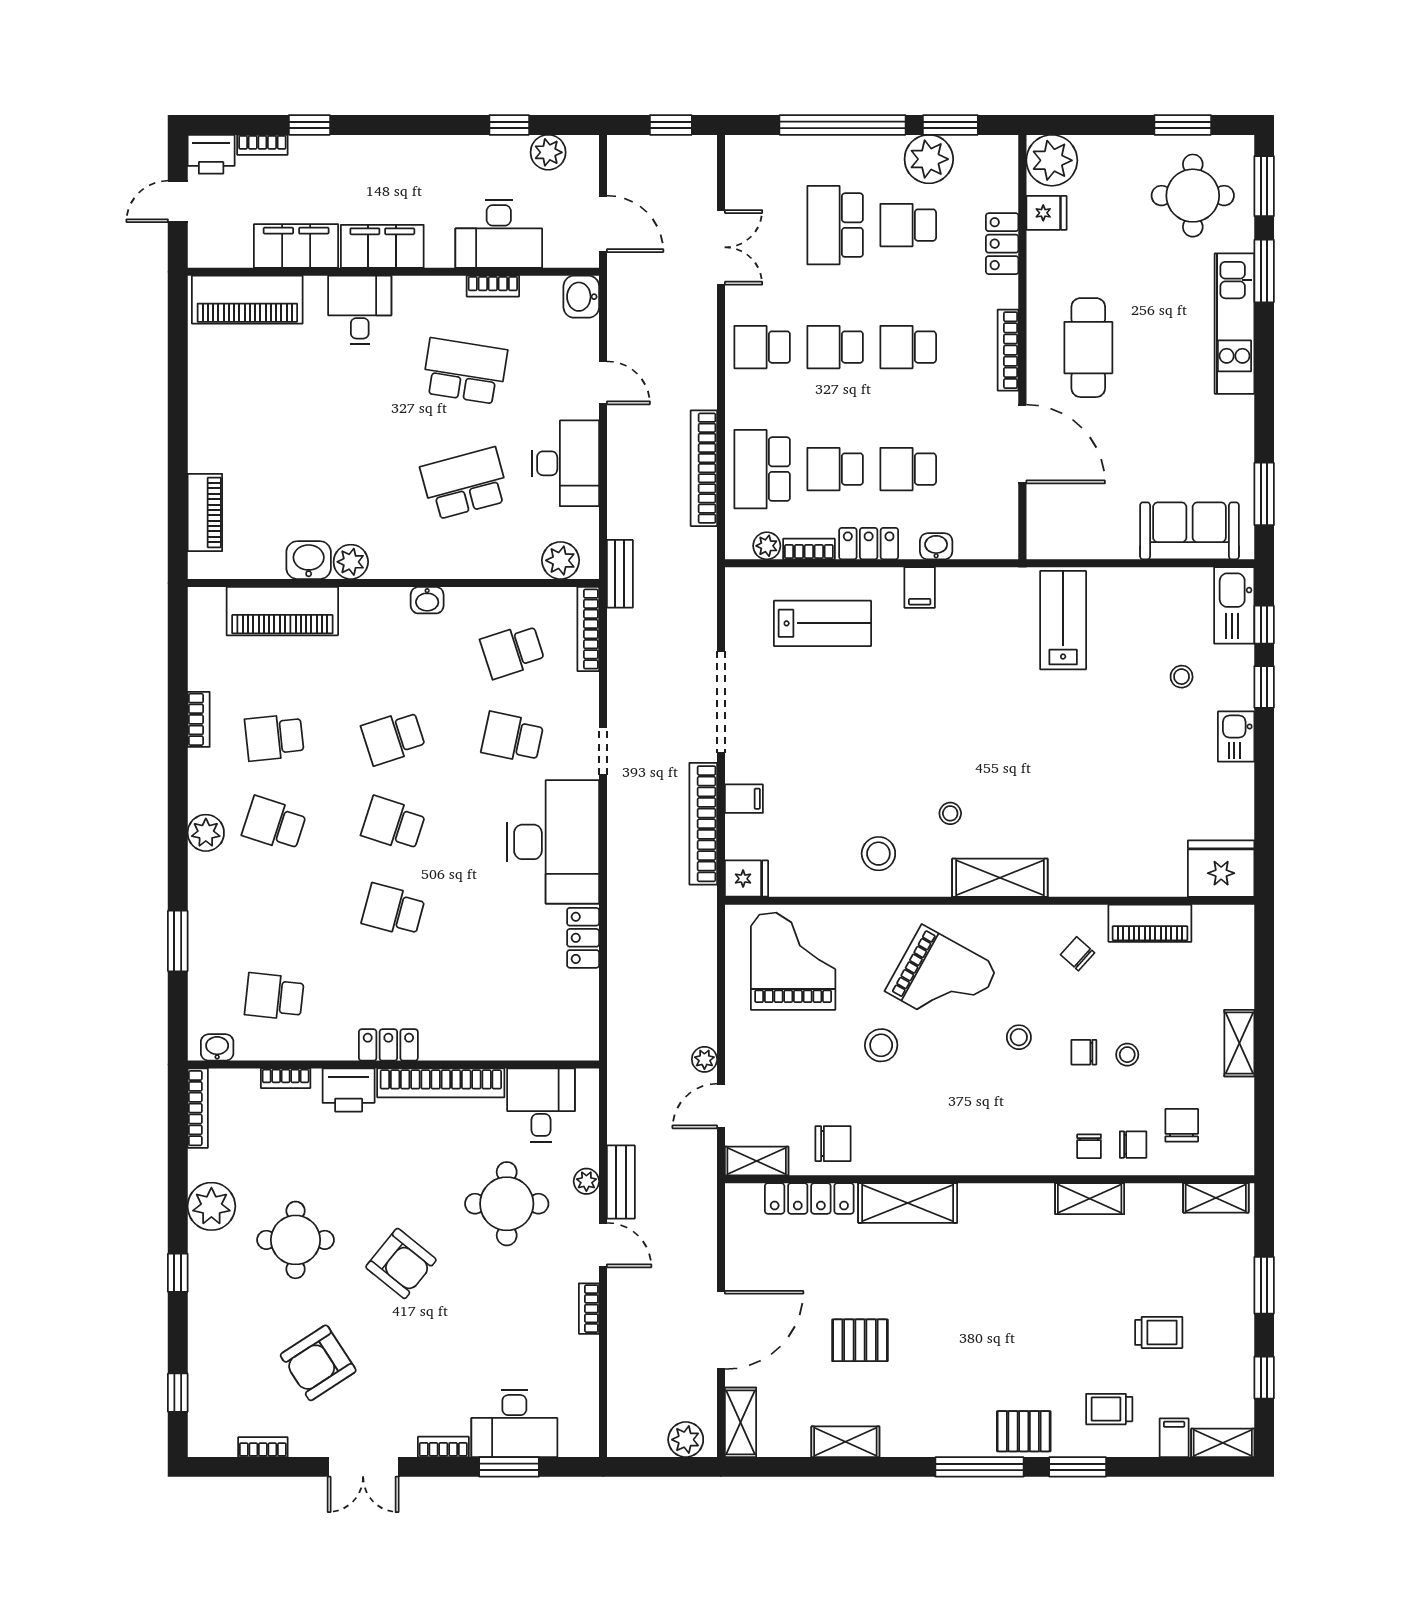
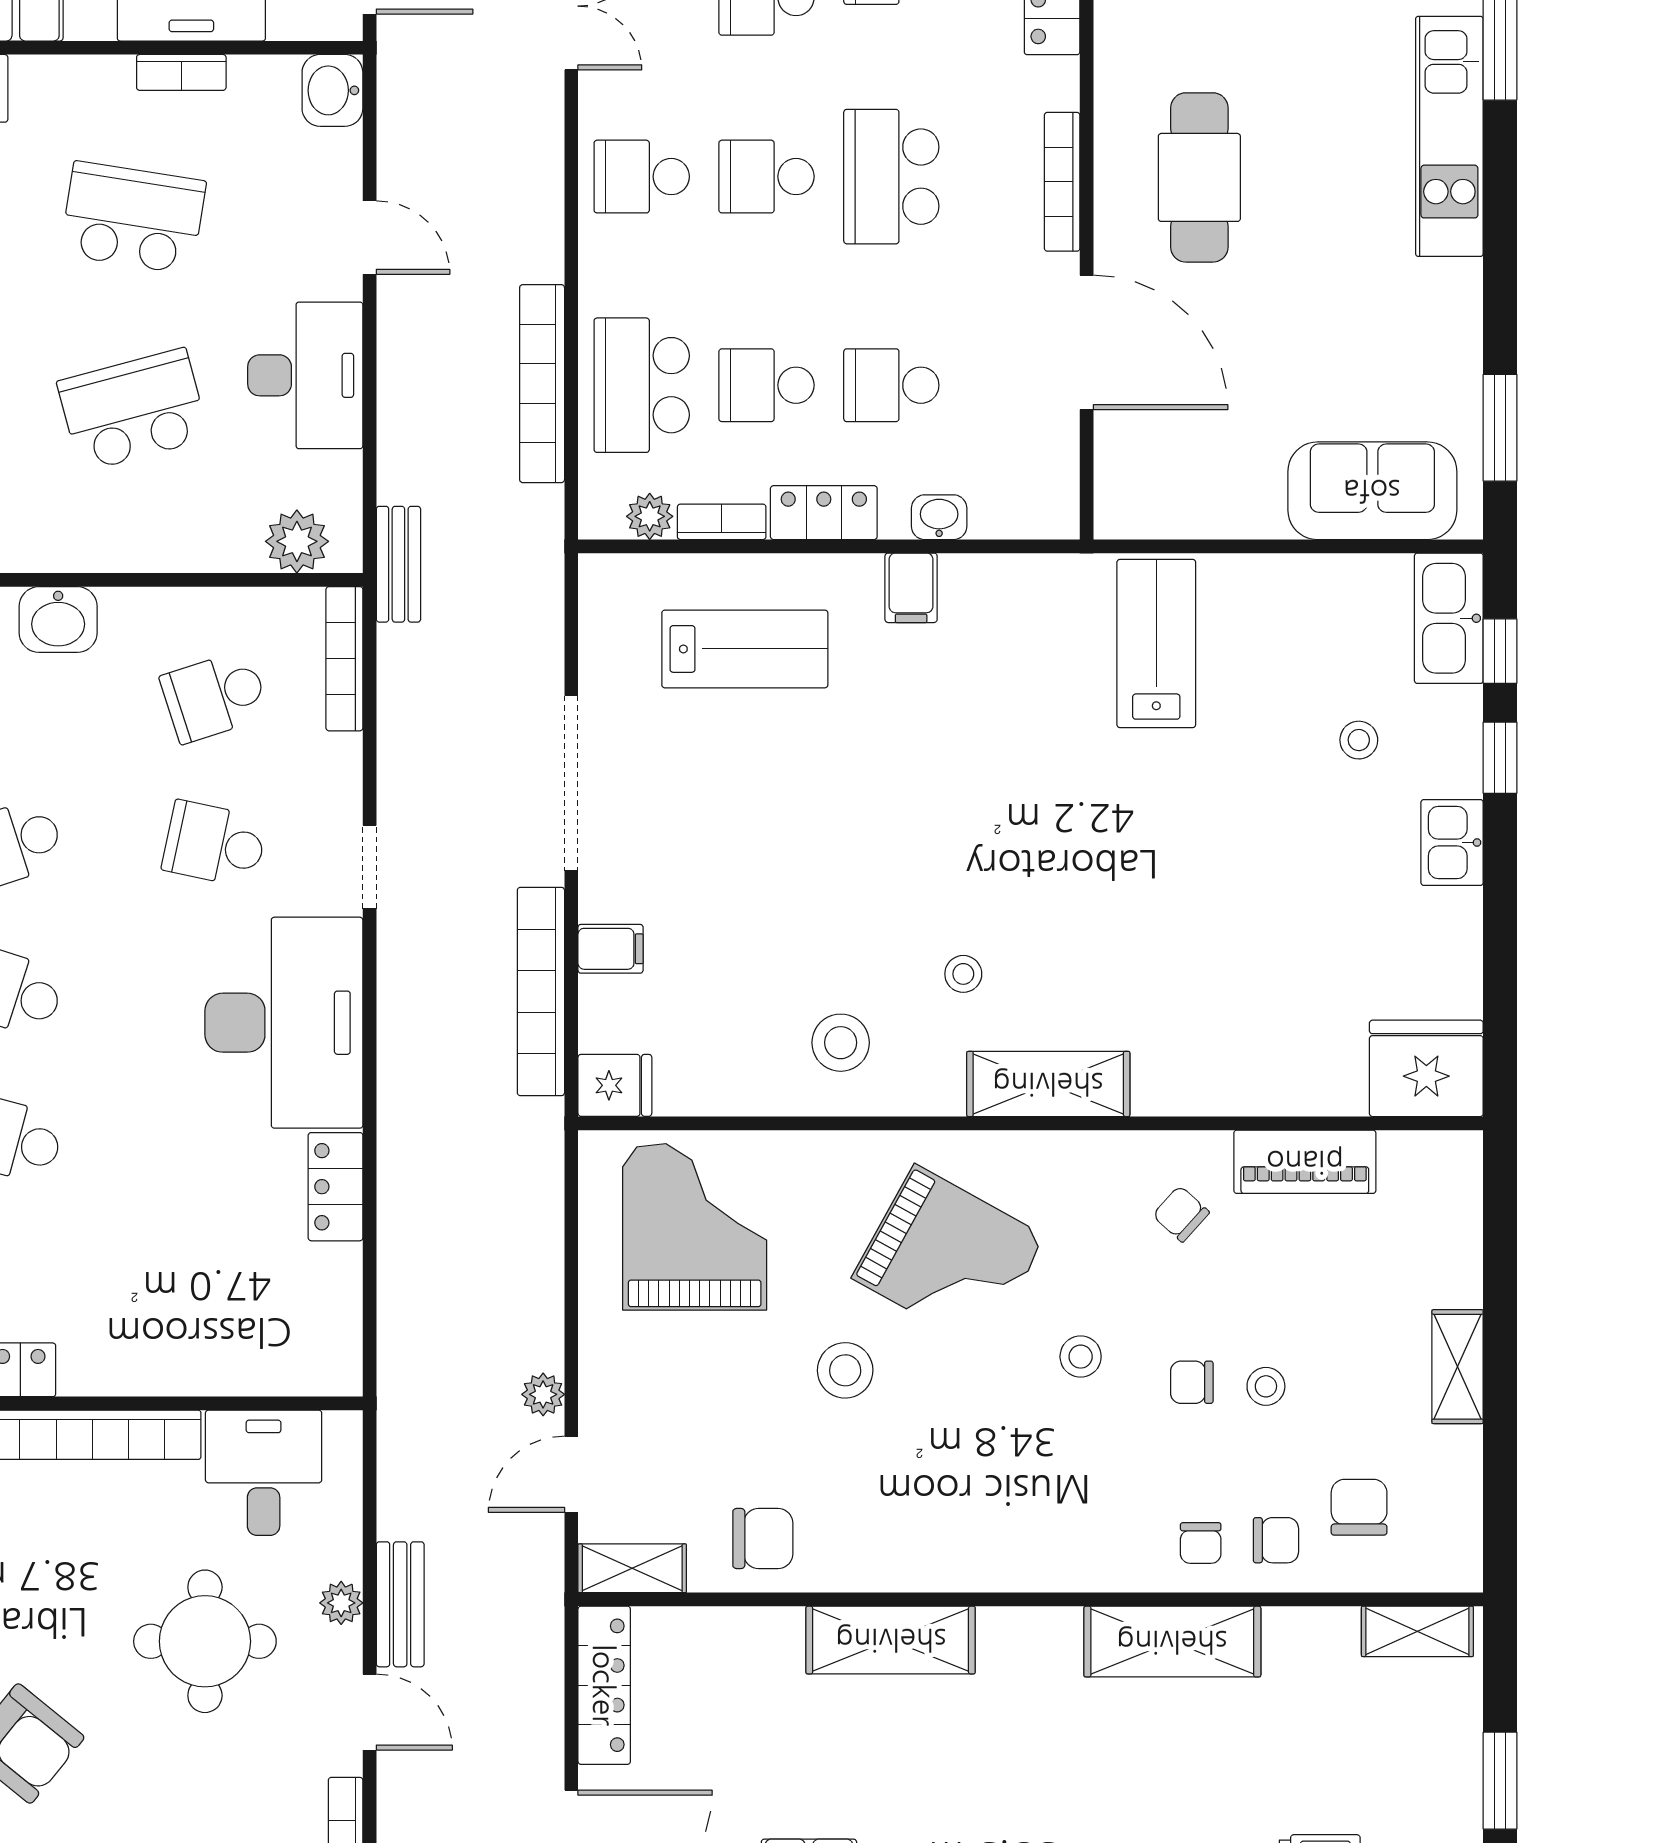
school desk: (908, 347) -> (891, 177), width x1.85
washbasin: (427, 600) -> (58, 620), width x1.38, depth x1.45
locker: (809, 1198) -> (604, 1685), moved, turned -90
shelving: (1090, 1199) -> (1172, 1642), width x1.50, depth x1.33

